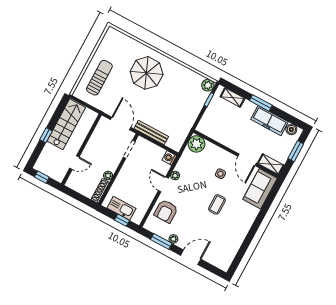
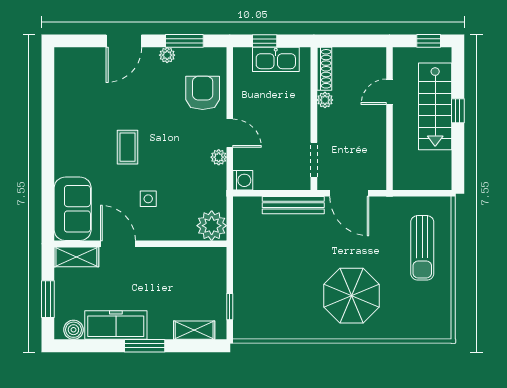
plant: (208, 85) -> (244, 329), removed
stairs: (66, 124) -> (435, 106), moved

